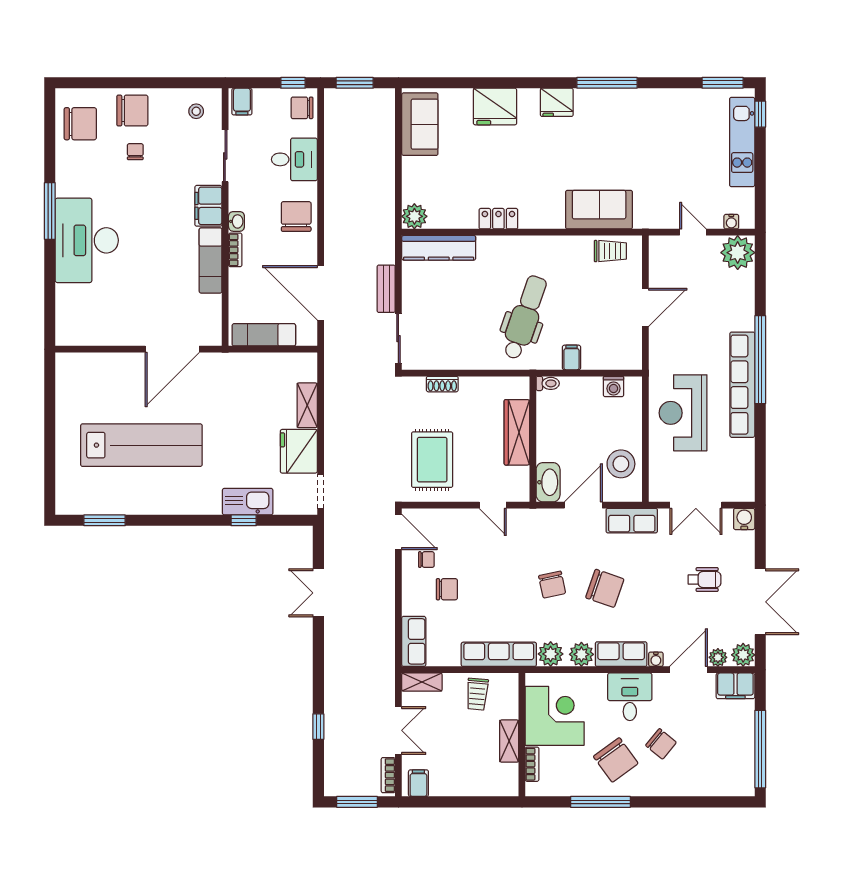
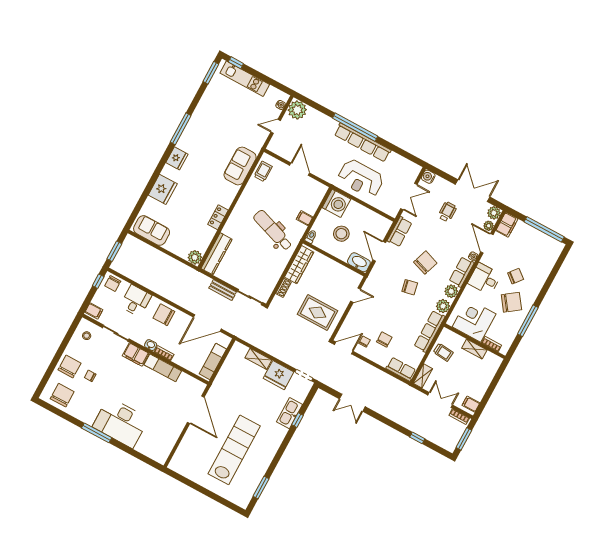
washing machine: (614, 386) -> (336, 203), width x1.89, depth x1.89
wardrobe: (517, 432) -> (299, 265), moved, turned -90
stool: (621, 464) -> (341, 234), moved

